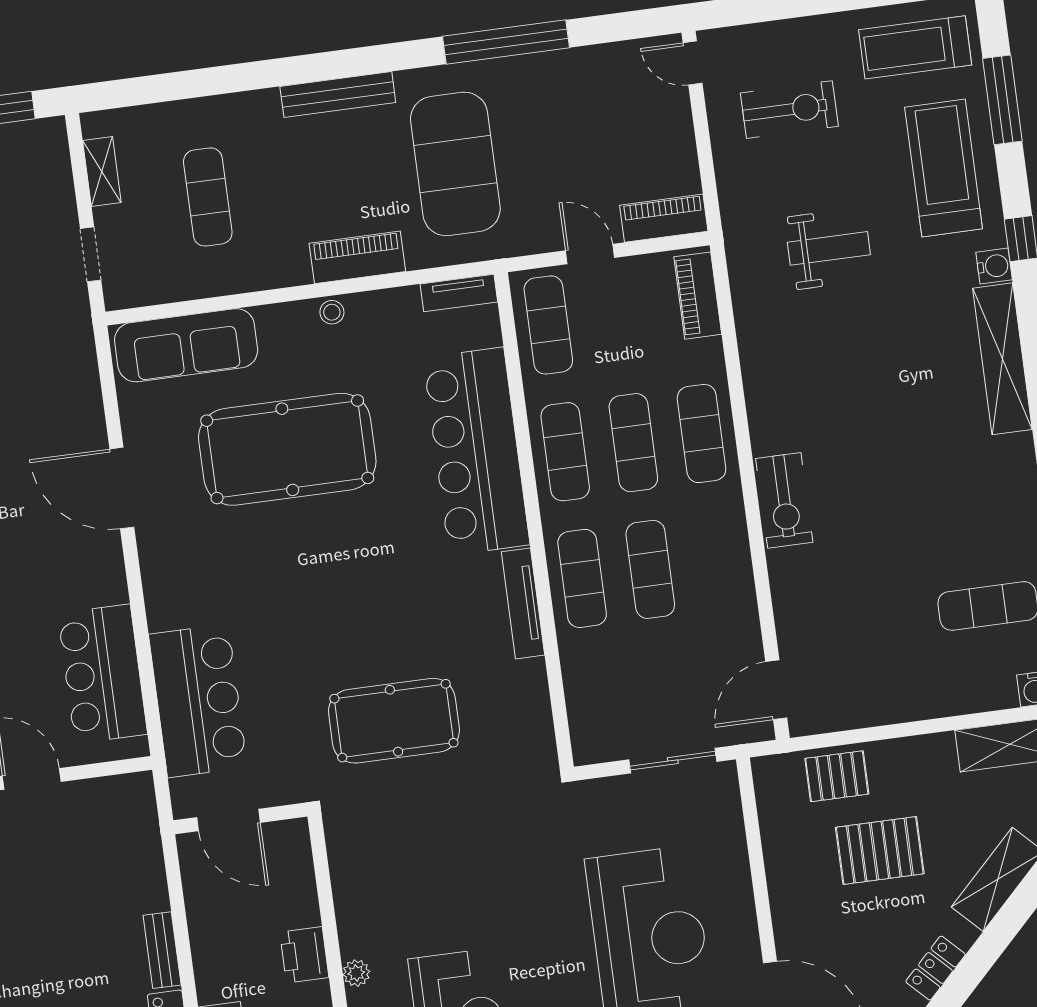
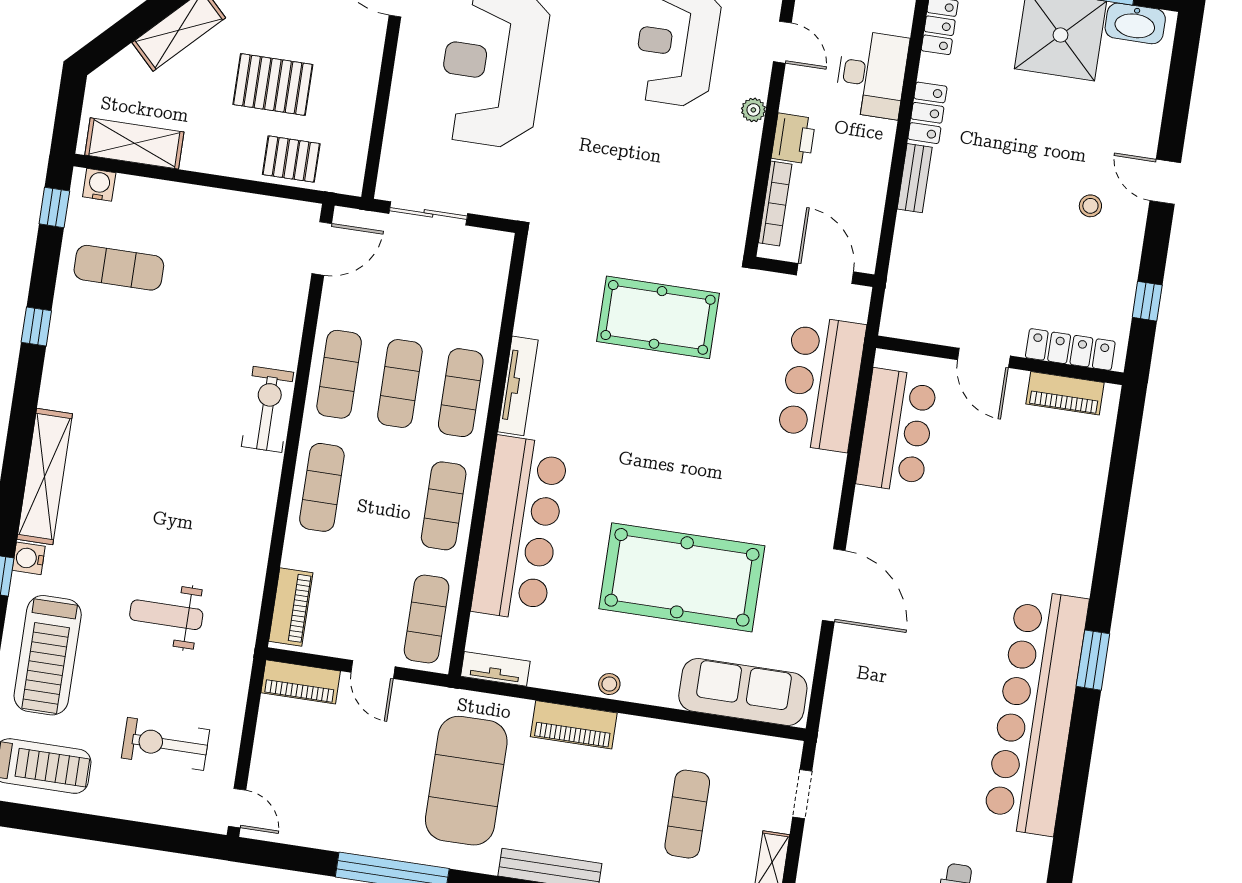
exercise mat: (633, 443) -> (339, 374), moved
bookcase: (304, 879) -> (775, 204), added

